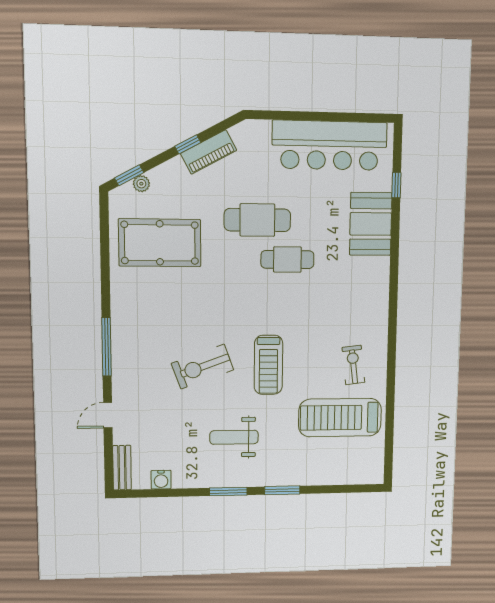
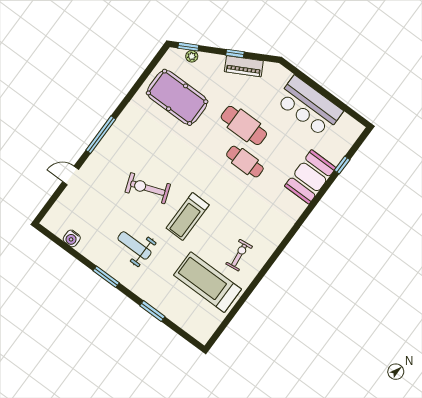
bar counter: (330, 145) -> (309, 106), width x0.73
bench: (122, 468) -> (55, 213), removed
window: (282, 490) -> (152, 311), moved

